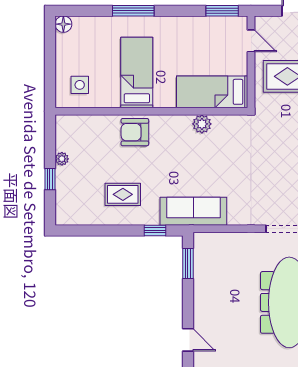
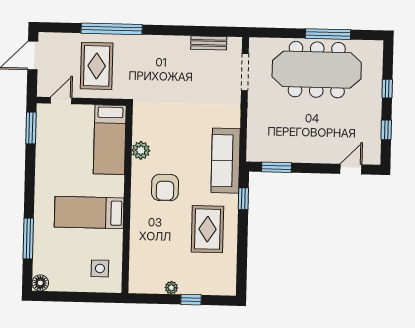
window: (133, 11) -> (28, 238), moved
armchair: (135, 132) -> (165, 188), moved
rug: (123, 194) -> (207, 229), width x1.36, depth x1.43

